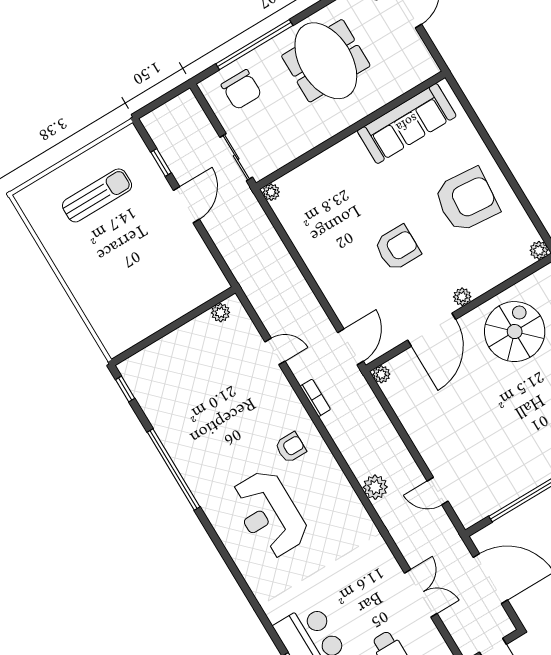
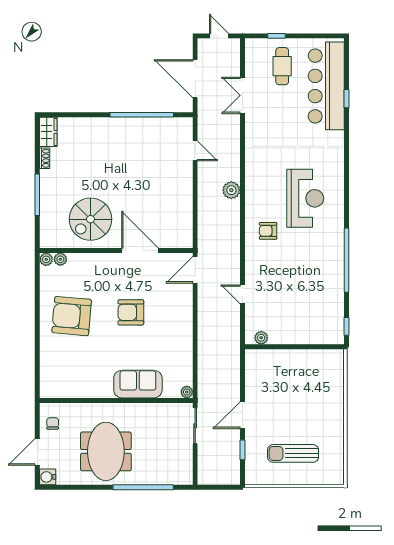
chair: (241, 90) -> (53, 423), moved, width x0.54, depth x0.54
sofa: (407, 123) -> (138, 384), moved, width x0.73
plant: (462, 297) -> (60, 259), moved
door: (432, 330) -> (140, 250), hinge flipped
plant: (381, 374) -> (187, 242), removed
bookcase: (315, 398) -> (235, 252), removed
plant: (375, 487) -> (231, 190), moved

